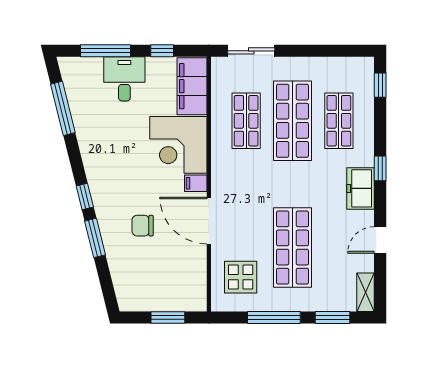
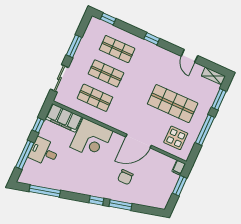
window: (313, 51) -> (74, 46), added
shop shelf: (292, 121) -> (106, 73), width x0.70, depth x0.74
filing cabinet: (196, 183) -> (179, 168), moved
freezer: (361, 188) -> (158, 54), removed

